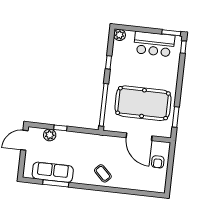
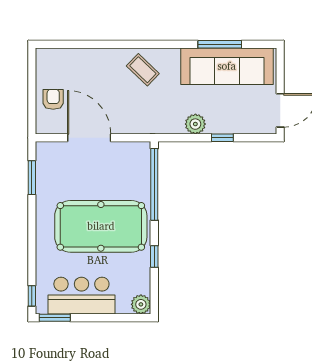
pool table: (143, 103) -> (101, 226), moved
plant: (50, 135) -> (195, 124), moved
sofa: (53, 172) -> (227, 66), width x1.36, depth x1.27

